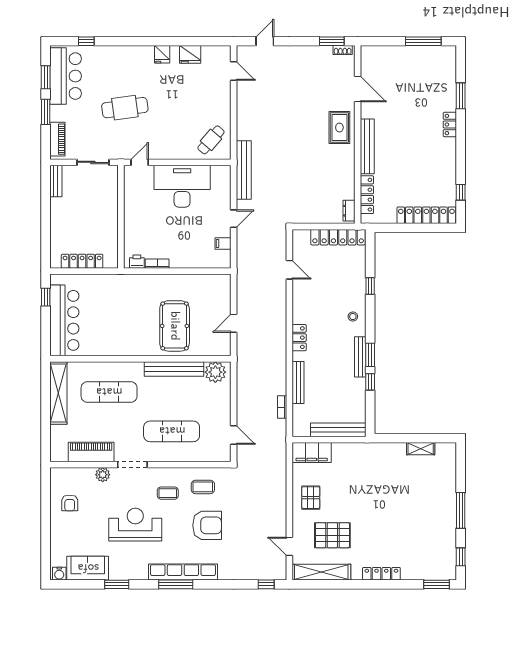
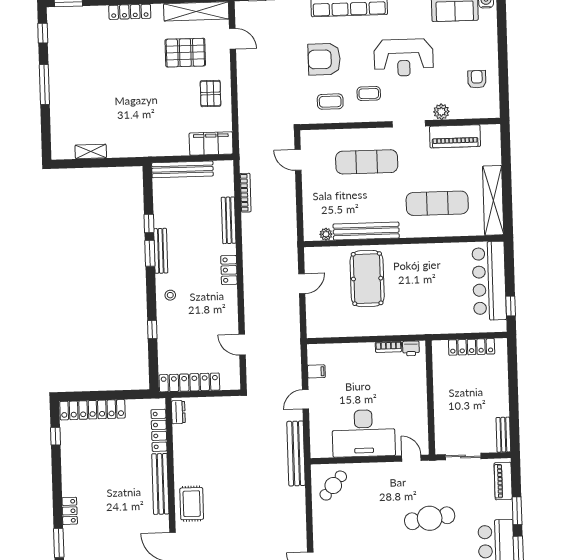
door: (140, 162) -> (411, 458), swing flipped
plant: (215, 372) -> (326, 234), width x0.53, depth x0.53
bookcase: (282, 407) -> (245, 193), width x1.56

